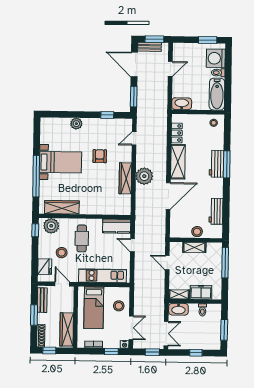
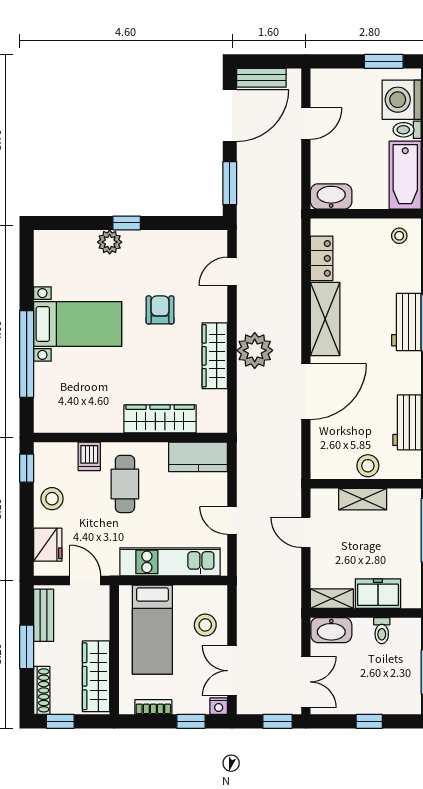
window: (154, 39) -> (272, 61), removed
door: (134, 65) -> (230, 116), swing flipped
window: (107, 115) -> (127, 223), moved
wardrobe: (62, 207) -> (160, 419), moved
dishwasher: (65, 225) -> (89, 456), added
plant: (51, 226) -> (60, 458), removed
door: (132, 245) -> (232, 520), moved
stool: (62, 253) -> (52, 499), moved
double door: (131, 328) -> (232, 671), swing flipped

